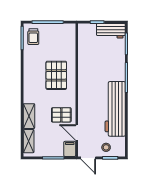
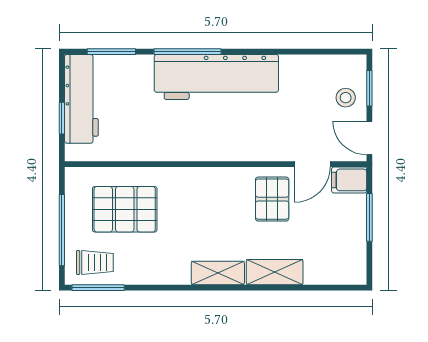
workbench: (111, 31) -> (81, 99), width x1.38
pallet: (56, 75) -> (125, 209), moved
workbench: (115, 109) -> (216, 77), moved
shelving: (29, 141) -> (218, 273), moved
door: (88, 158) -> (369, 138), swing flipped

